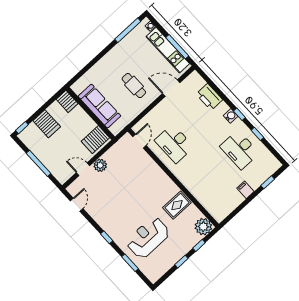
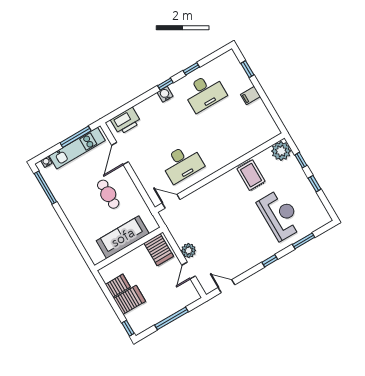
cafe table: (134, 86) -> (108, 194), turned 90
printer: (209, 97) -> (126, 121), moved
server rack: (67, 101) -> (118, 286), moved
reception desk: (148, 238) -> (280, 215), turned 180

